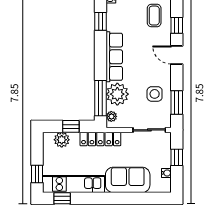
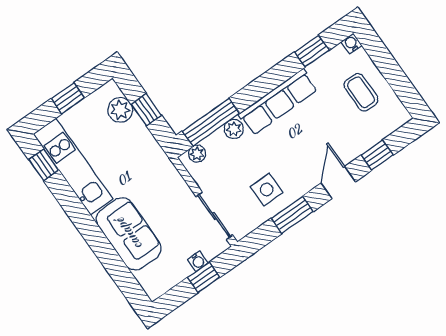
coffee table: (154, 16) -> (361, 92), moved, turned 90
plant: (117, 94) -> (234, 129), width x0.53, depth x0.53
window: (177, 103) -> (292, 215), moved
locker: (100, 139) -> (157, 160), removed
water cooler: (166, 173) -> (198, 261), moved
window: (37, 174) -> (68, 98), moved

